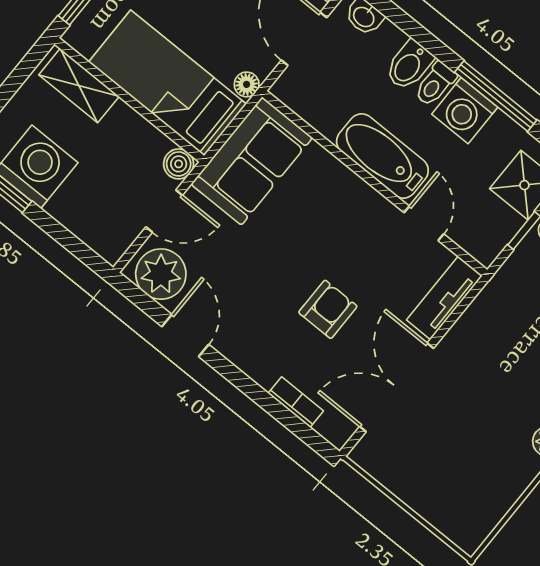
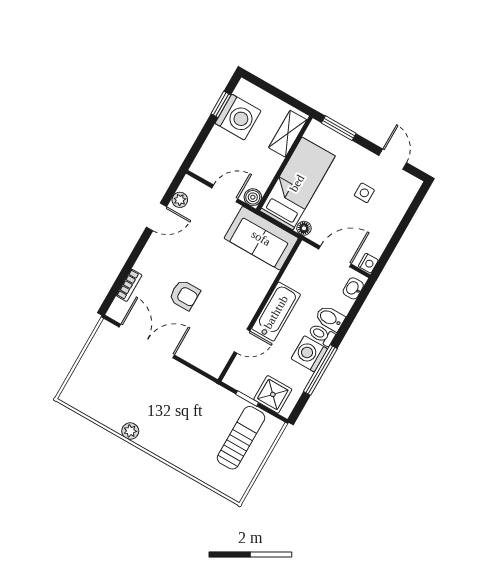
door: (164, 211) -> (225, 193), swing flipped
plant: (161, 274) -> (180, 200), width x0.53, depth x0.53
tv unit: (444, 298) -> (202, 360), removed

